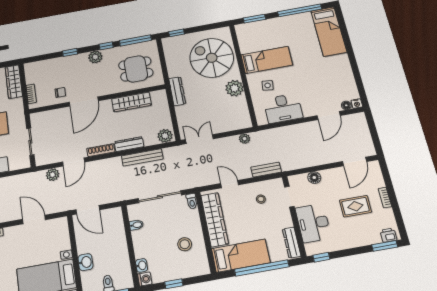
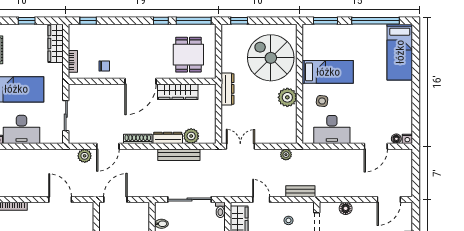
window: (70, 52) -> (88, 21), moved
plant: (95, 57) -> (147, 32), removed
dining table: (136, 69) -> (188, 55), turned 90
door: (84, 101) -> (141, 81), moved
plant: (165, 136) -> (191, 136), moved
door: (88, 210) -> (115, 199), swing flipped

